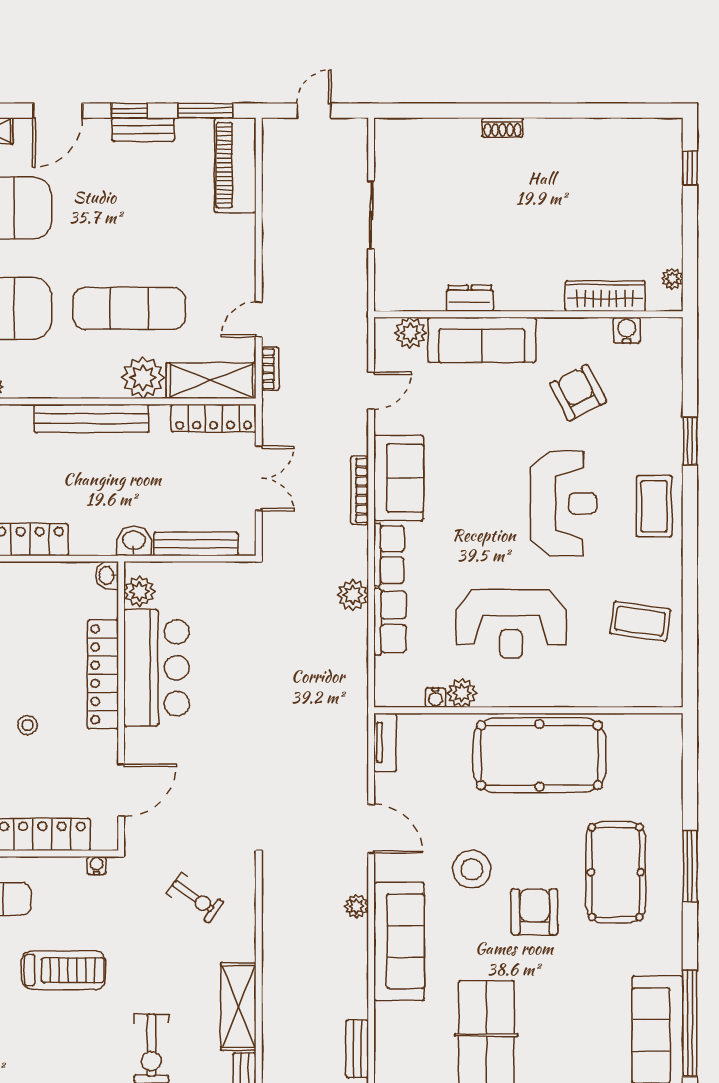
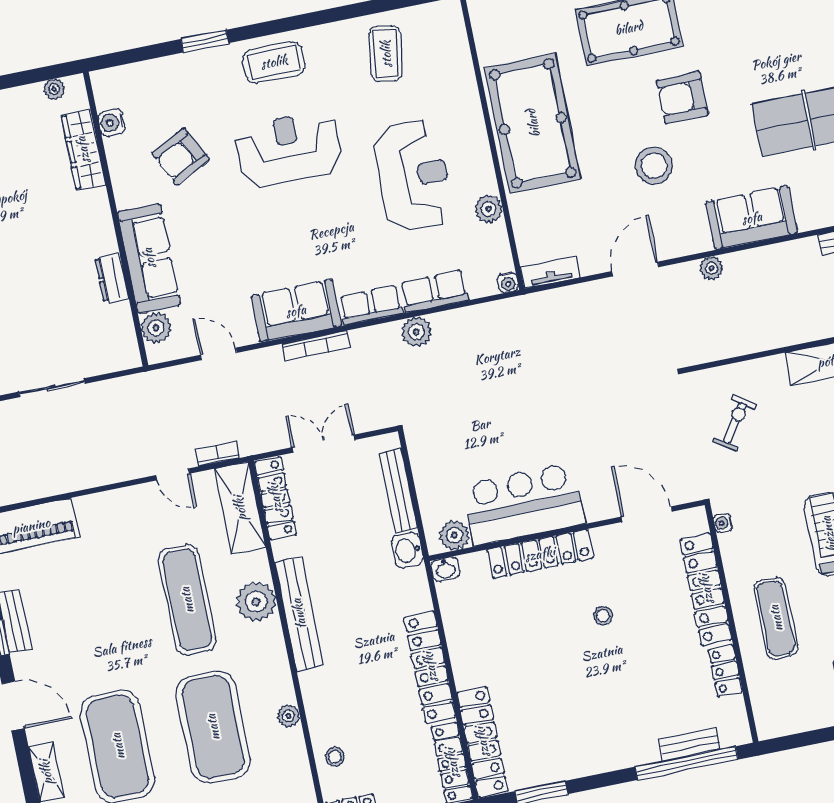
plant: (143, 378) -> (256, 602), moved
water cooler: (435, 698) -> (508, 282), moved, turned 90
sofa: (399, 941) -> (752, 218), width x0.73

